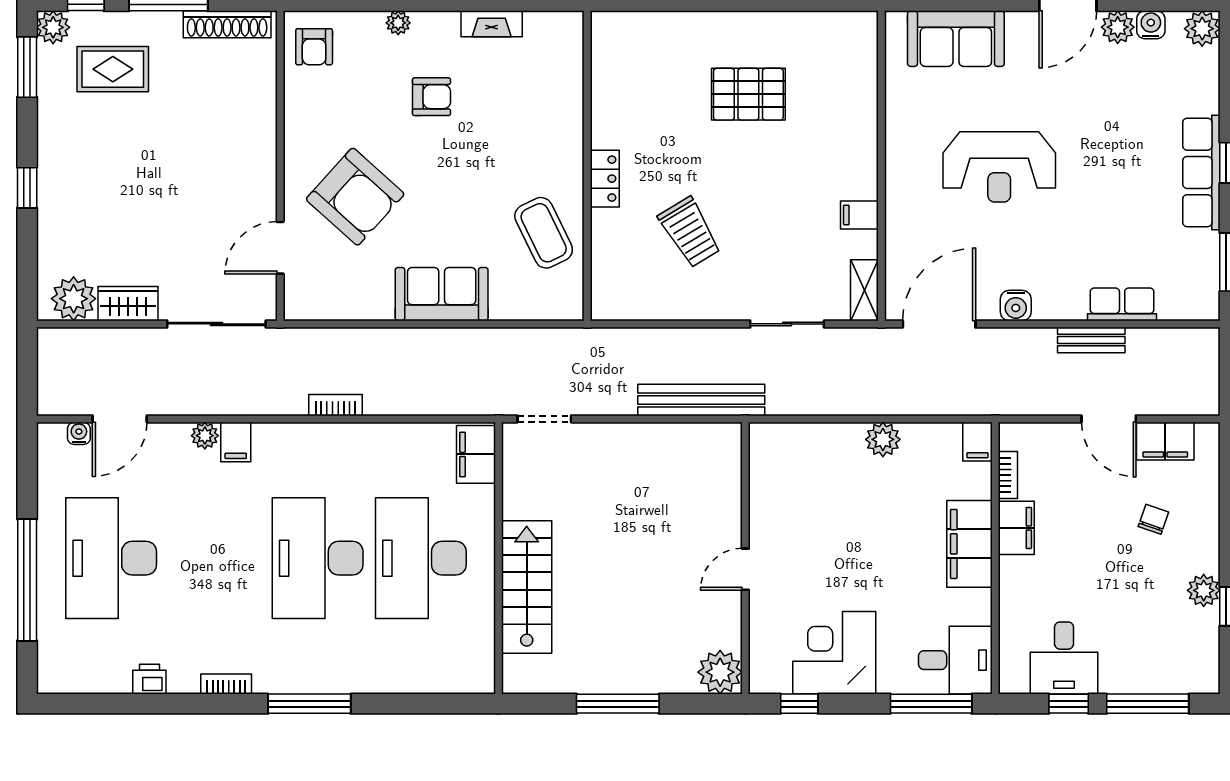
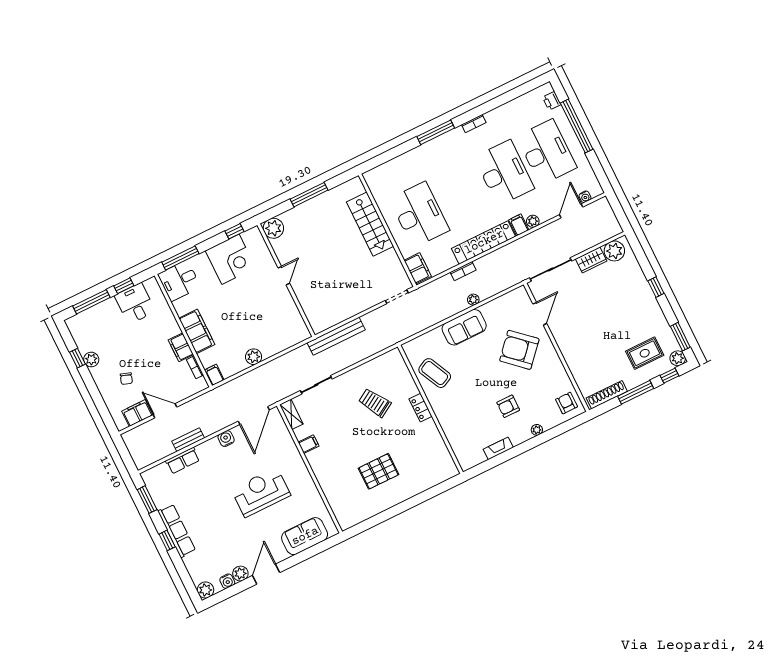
plant: (397, 339) -> (473, 300), added
bookcase: (335, 405) -> (463, 271), moved
locker: (322, 442) -> (484, 242), added
desk: (318, 558) -> (504, 173), moved
printer: (149, 679) -> (552, 101), moved, turned 90

